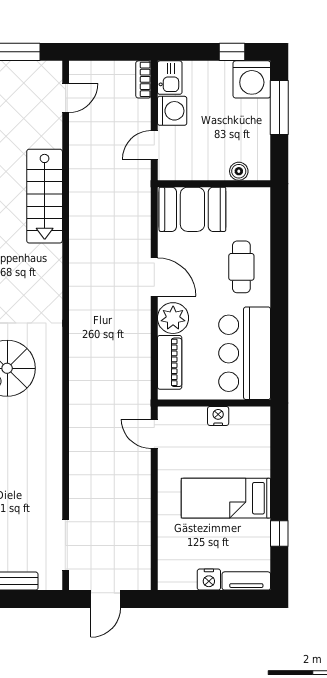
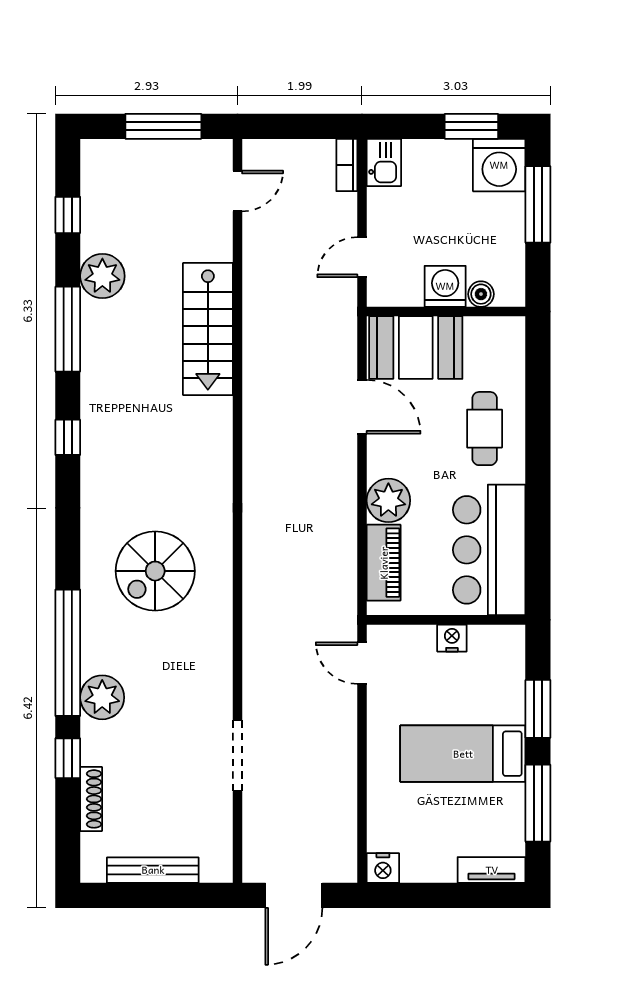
window: (232, 52) -> (471, 126), width x1.50
washing machine: (172, 111) -> (445, 286), moved, turned -90
door: (154, 277) -> (362, 407), moved
window: (279, 466) -> (538, 709), added
window: (279, 533) -> (538, 803), width x2.17
doorway: (66, 545) -> (237, 756), moved
nightstand: (209, 580) -> (383, 868), moved
door: (106, 599) -> (294, 895), width x1.38

